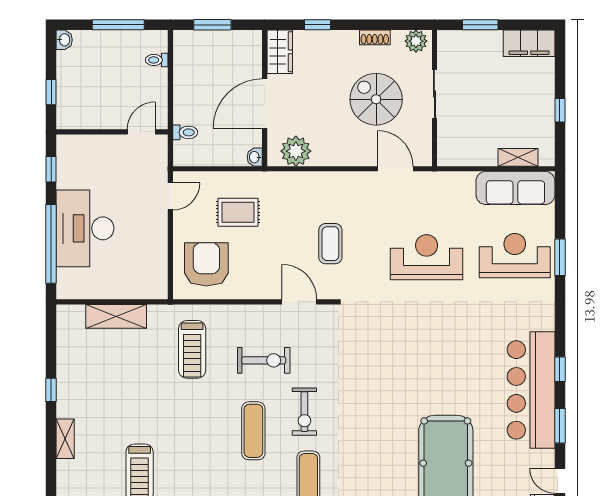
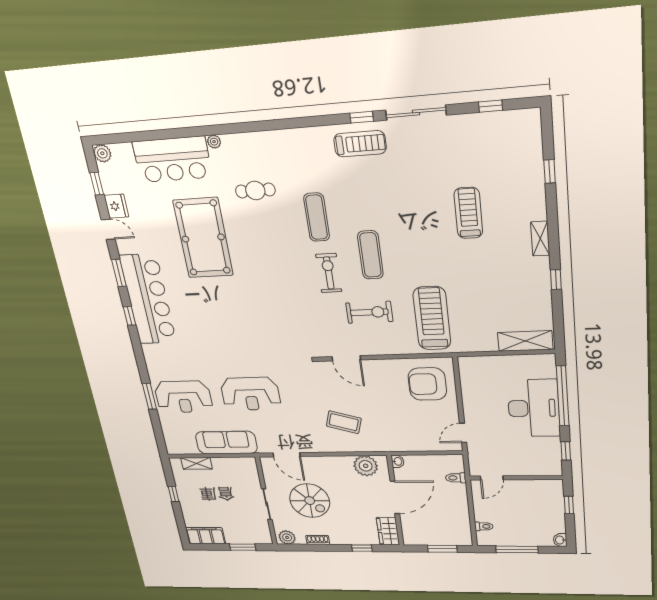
sofa: (515, 188) -> (226, 443), moved
rug: (238, 212) -> (406, 423), removed
coffee table: (330, 244) -> (344, 422), moved, turned -73
armchair: (206, 264) -> (427, 384), turned 90
shelving: (116, 316) -> (525, 341), moved
treadmill: (192, 349) -> (432, 318), width x1.37, depth x1.38
exercise bike: (264, 360) -> (369, 312), turned 180

